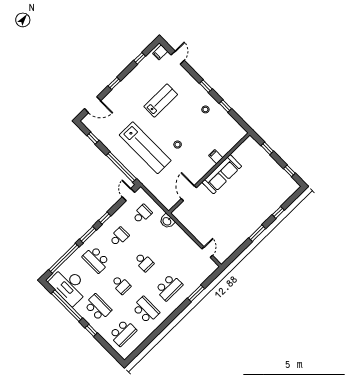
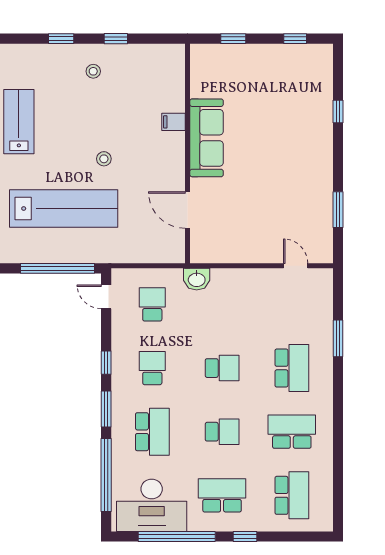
window: (257, 233) -> (338, 210), moved
school desk: (96, 259) -> (152, 432), turned -90

